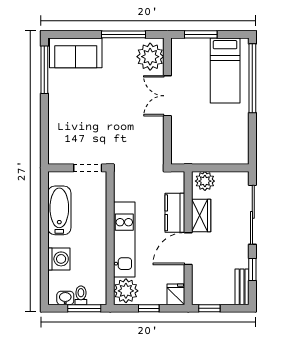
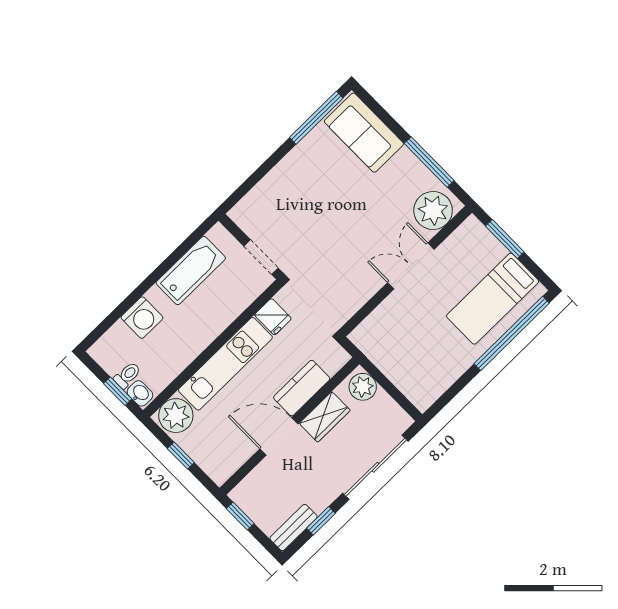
fridge: (176, 294) -> (273, 317), moved, turned 90
washbasin: (65, 298) -> (140, 393), moved
window: (84, 308) -> (118, 391), width x0.67

